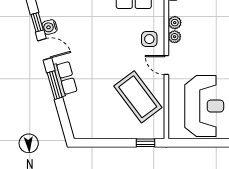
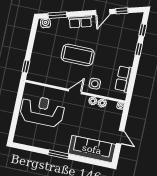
water cooler: (50, 27) -> (46, 23), moved
window: (55, 85) -> (57, 15), moved
coffee table: (138, 97) -> (78, 55), moved, turned 37
reception desk: (204, 106) -> (42, 111), turned 180

